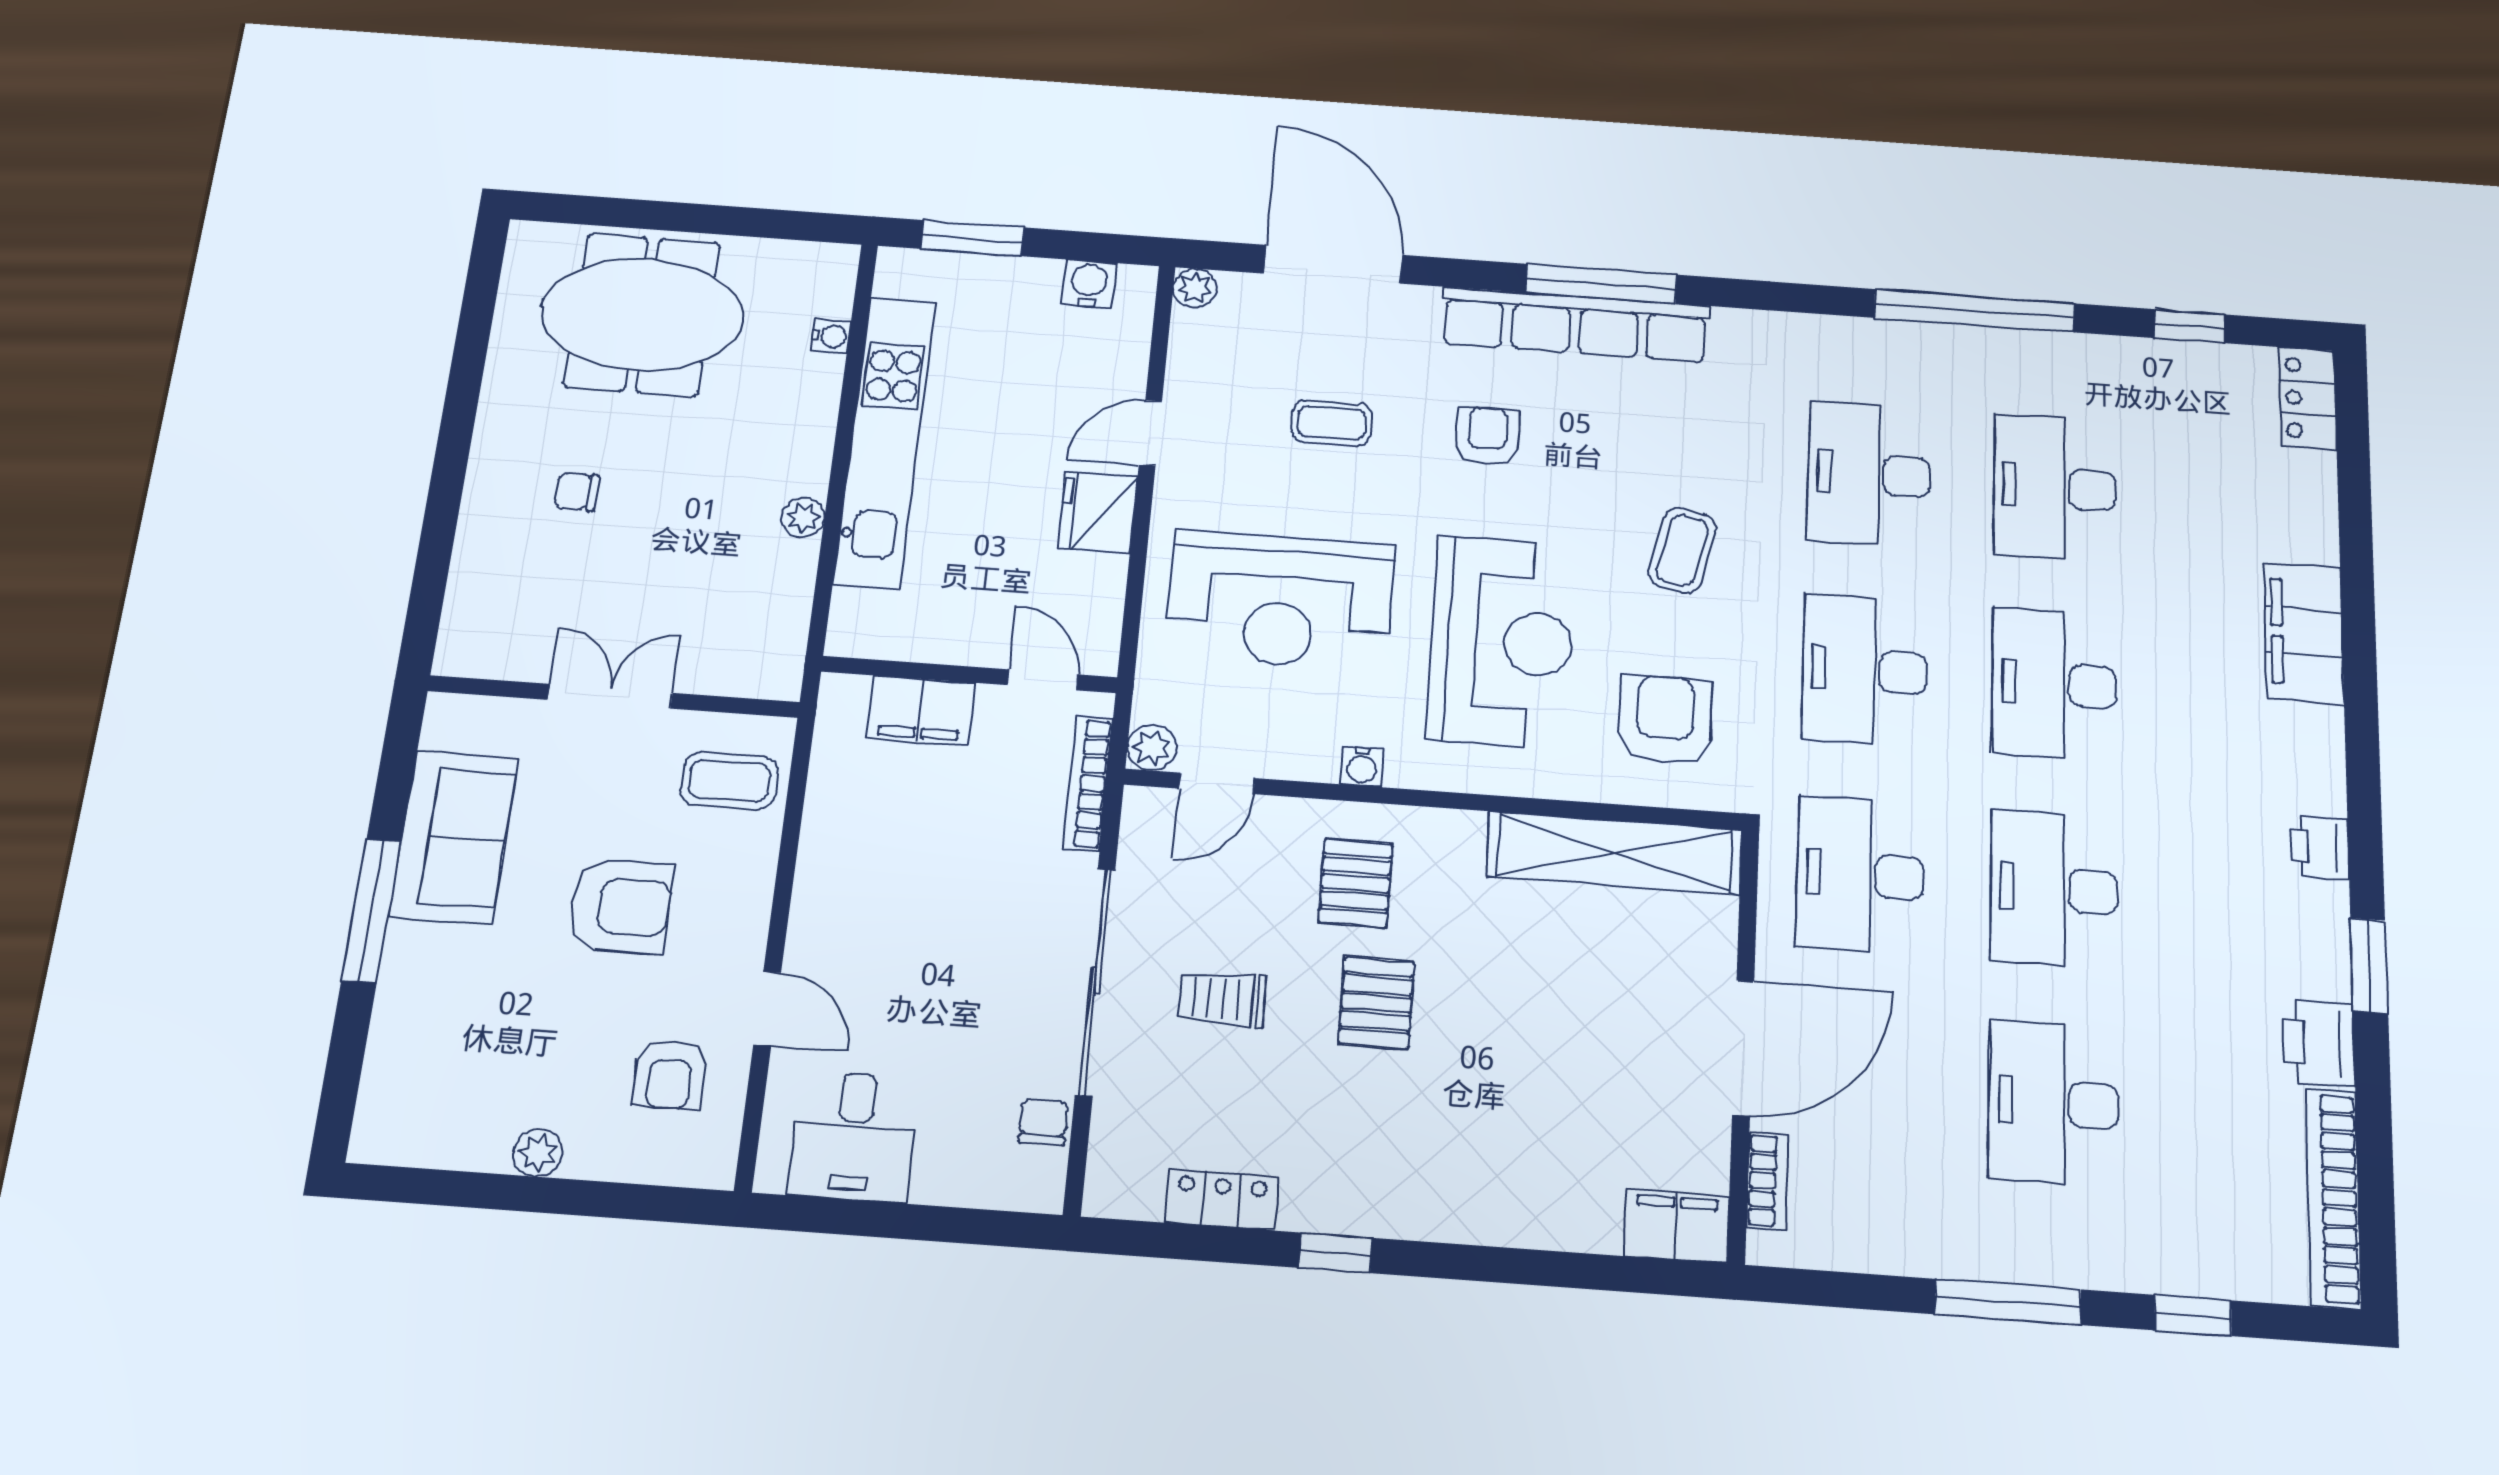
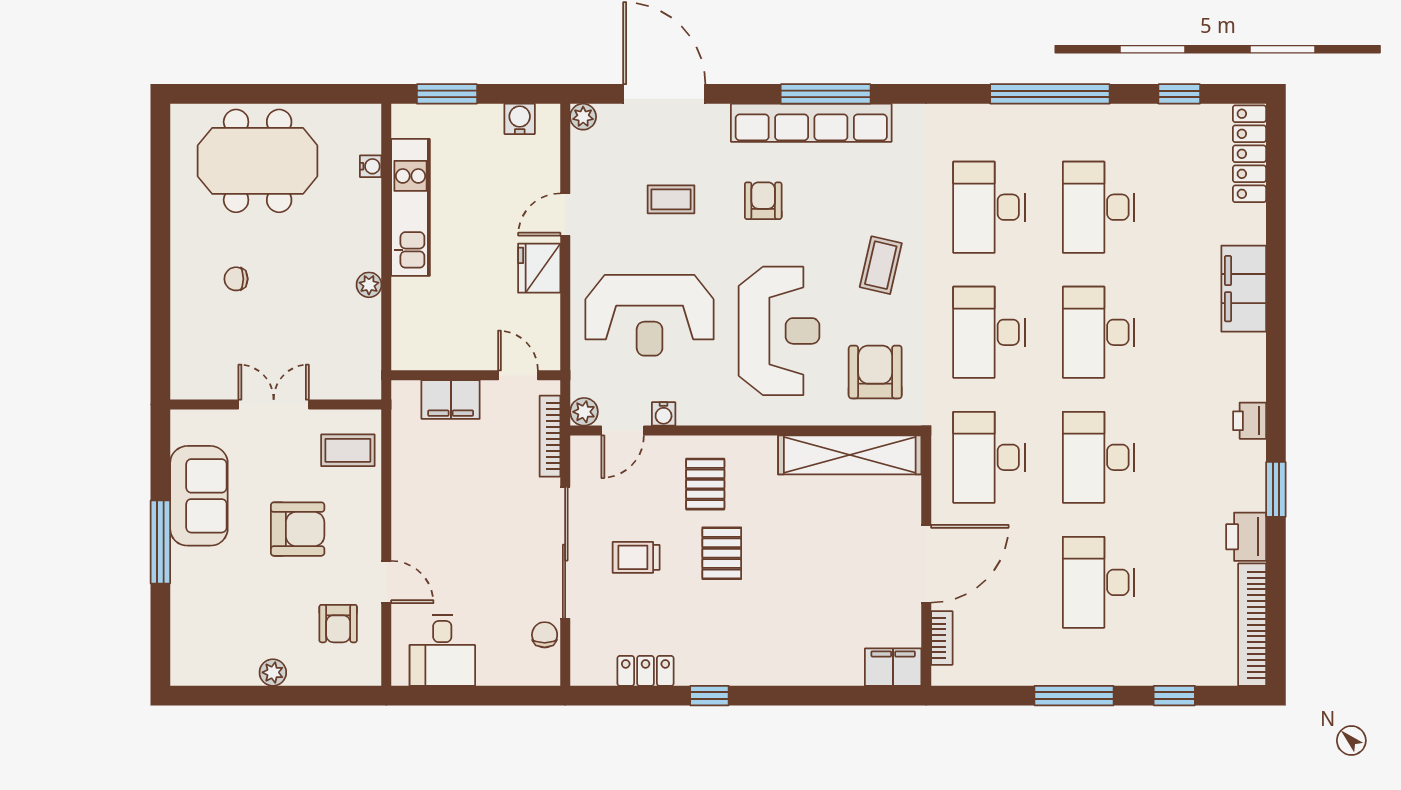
locker: (2308, 398) -> (1249, 154), width x1.53
kitchen unit: (885, 441) -> (411, 207), width x0.73
water cooler: (1362, 766) -> (664, 414), moved

